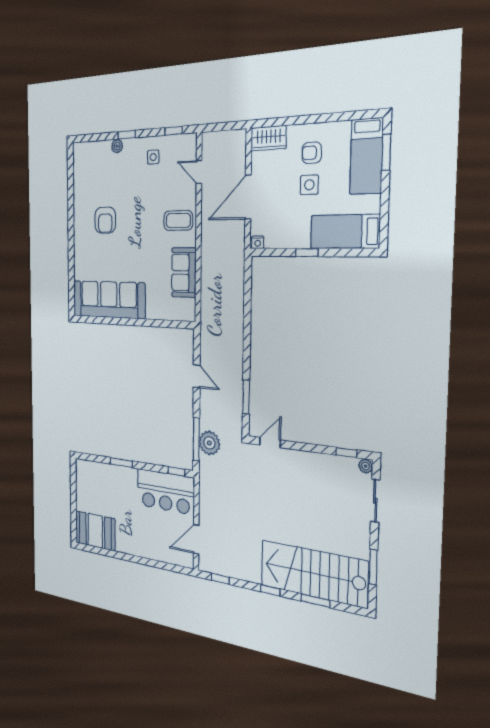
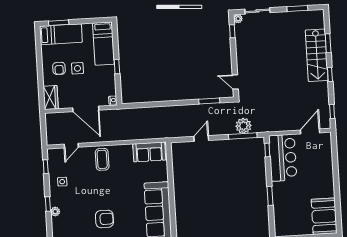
sofa: (184, 272) -> (149, 152), moved
door: (196, 539) -> (310, 131), swing flipped
stairs: (313, 573) -> (317, 55), width x0.73, depth x0.66

